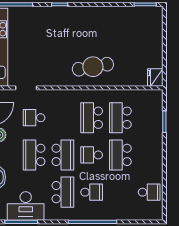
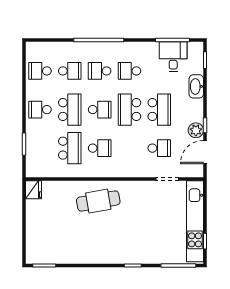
school desk: (92, 118) -> (100, 148), width x0.54
school desk: (149, 155) -> (40, 110), added
school desk: (63, 192) -> (129, 71), width x0.54
school desk: (120, 192) -> (70, 71), added
desk: (26, 206) -> (173, 57), width x0.73

